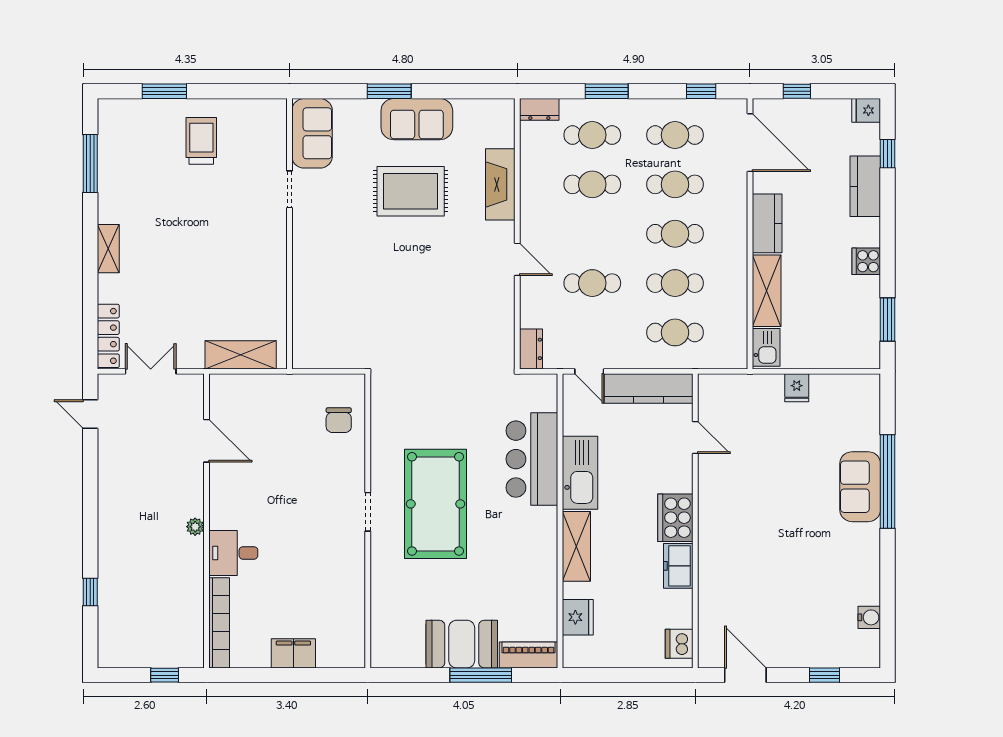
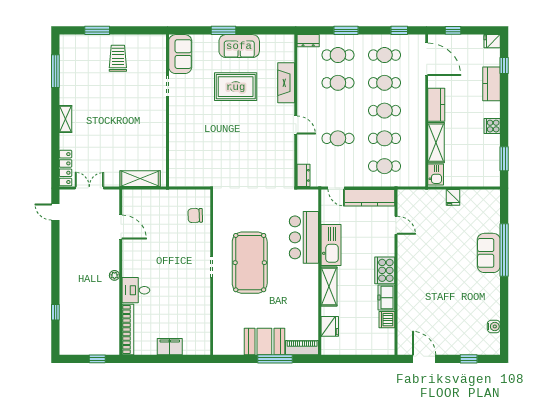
chair: (339, 420) -> (195, 215), turned 88
dishwasher: (679, 644) -> (387, 320), moved

